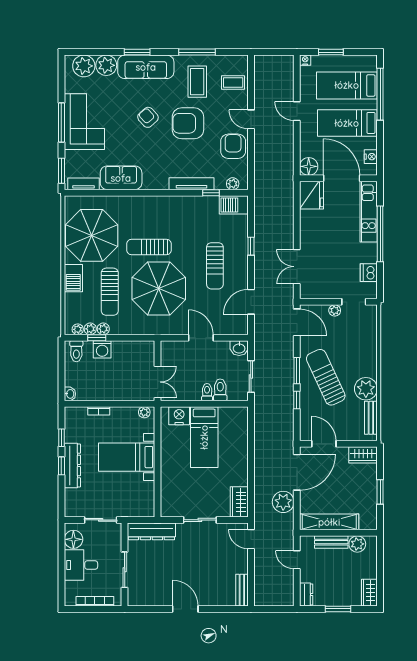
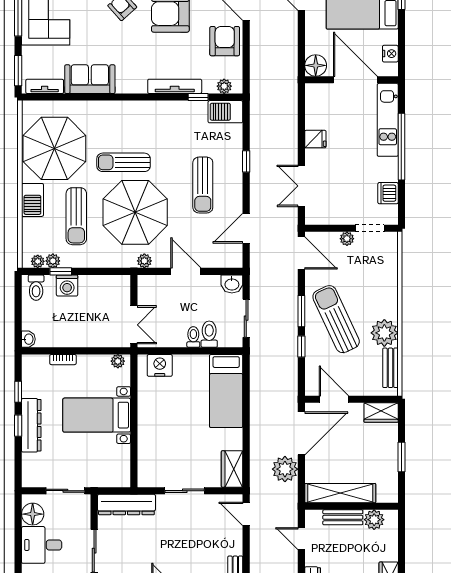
fridge: (311, 195) -> (315, 139), moved, width x0.53, depth x0.75
plant: (103, 329) -> (144, 261), moved
bed: (204, 437) -> (226, 391), moved

